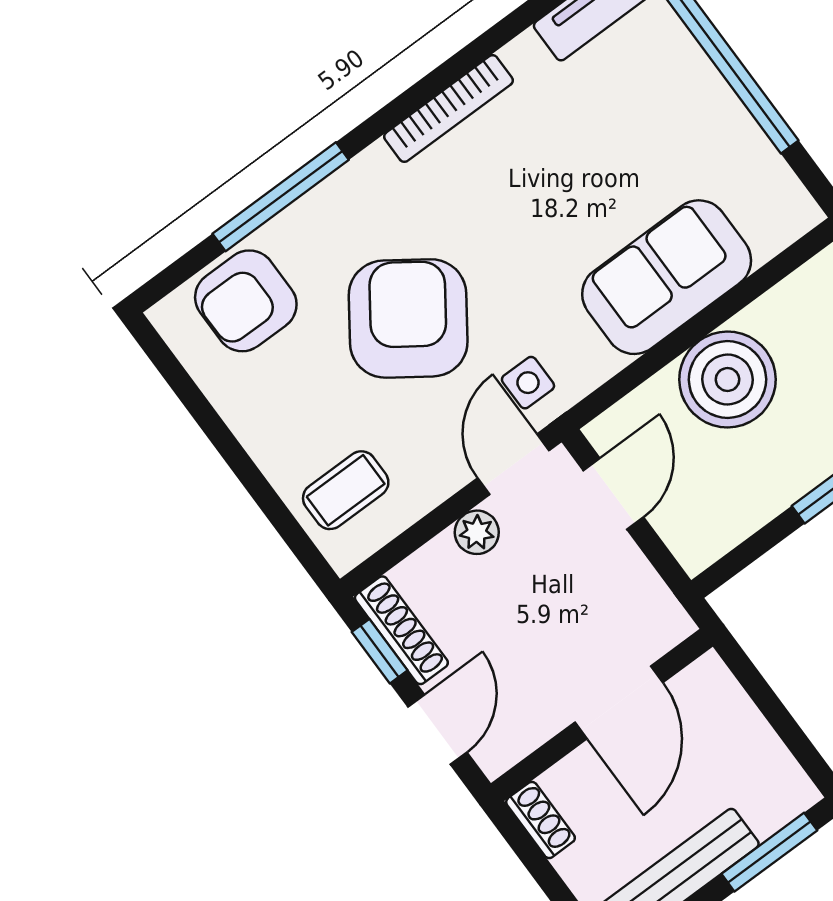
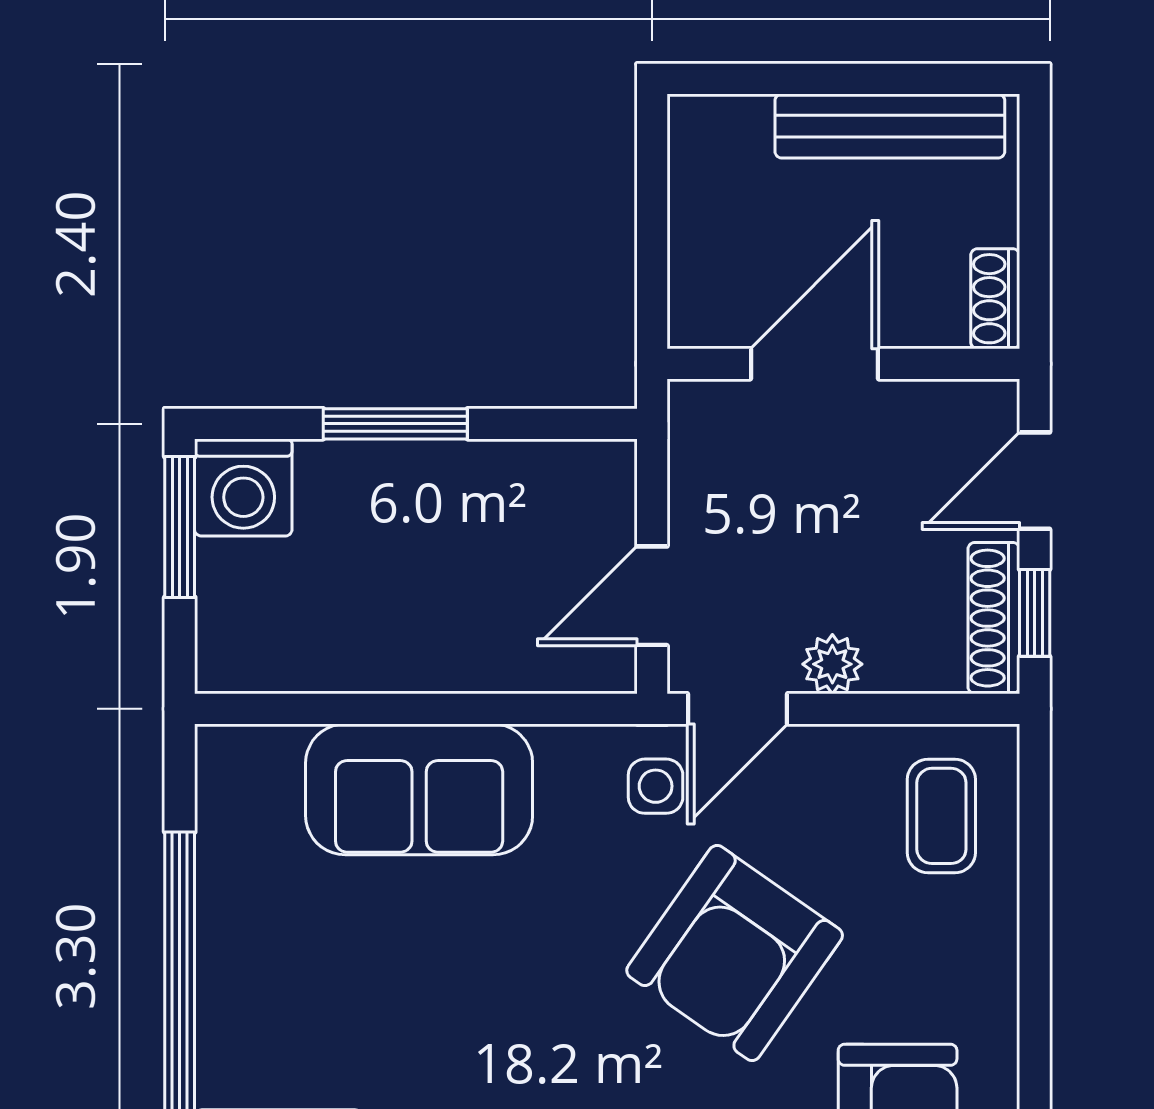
boiler: (727, 380) -> (435, 628), removed
coffee table: (346, 490) -> (941, 816), turned 90
window: (769, 852) -> (771, 79), removed

